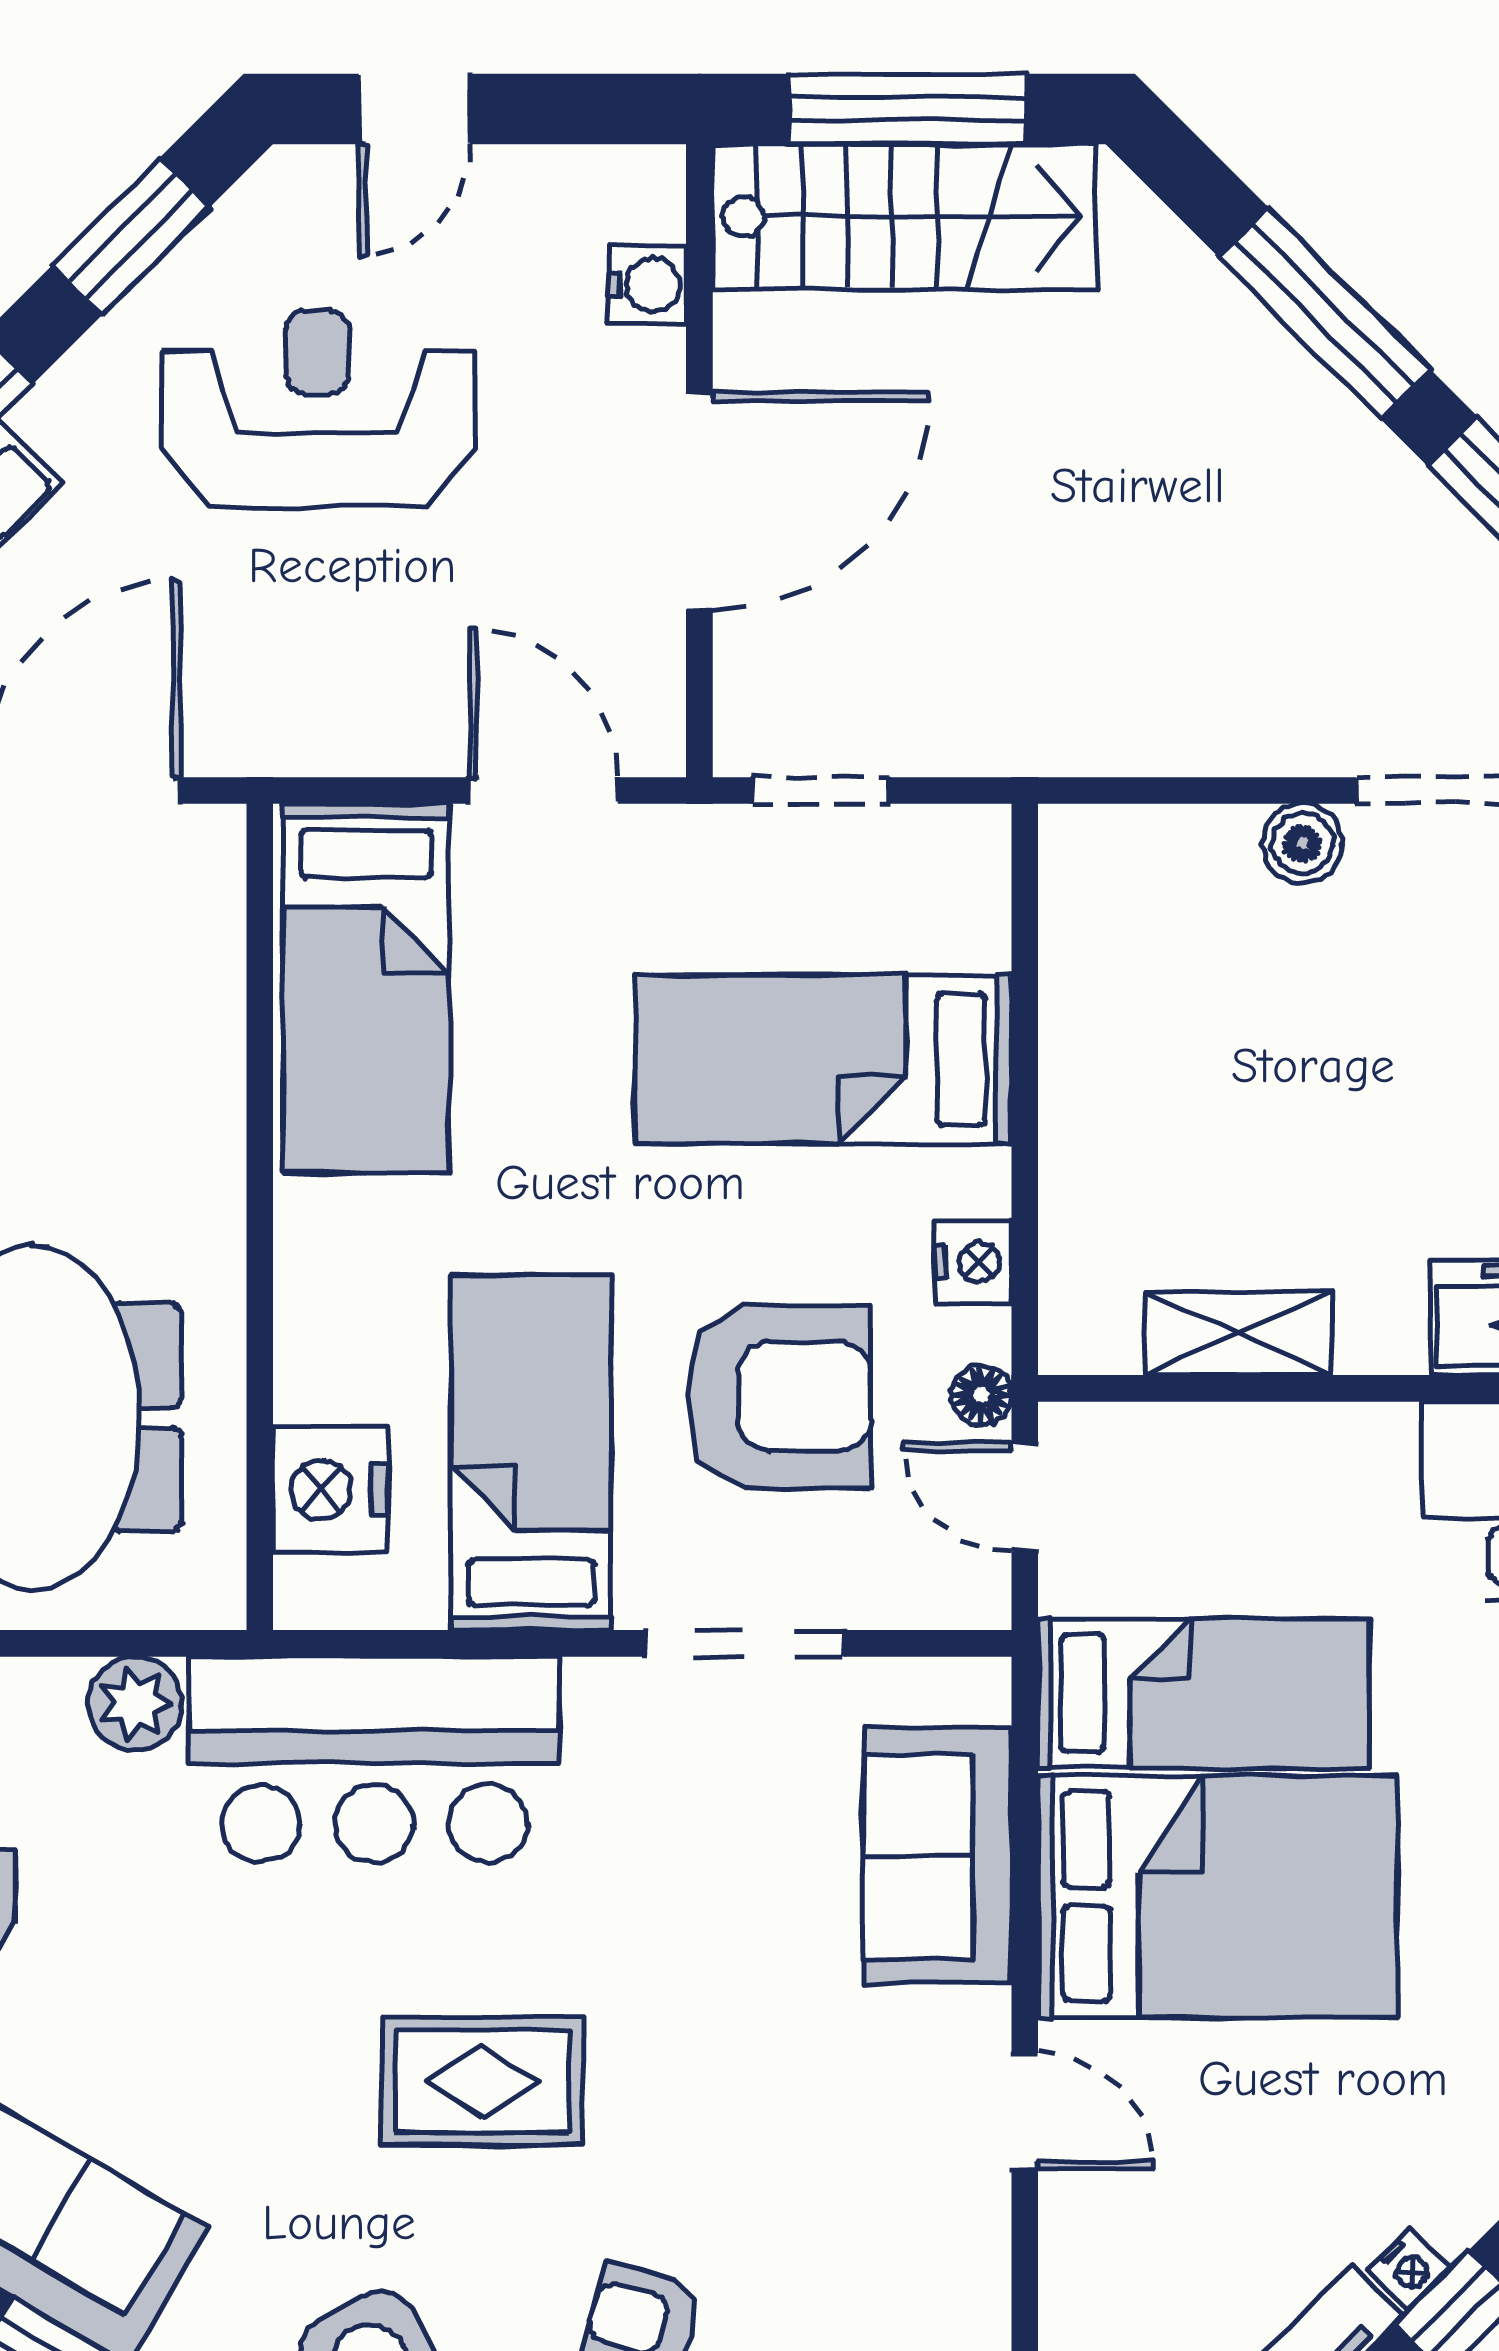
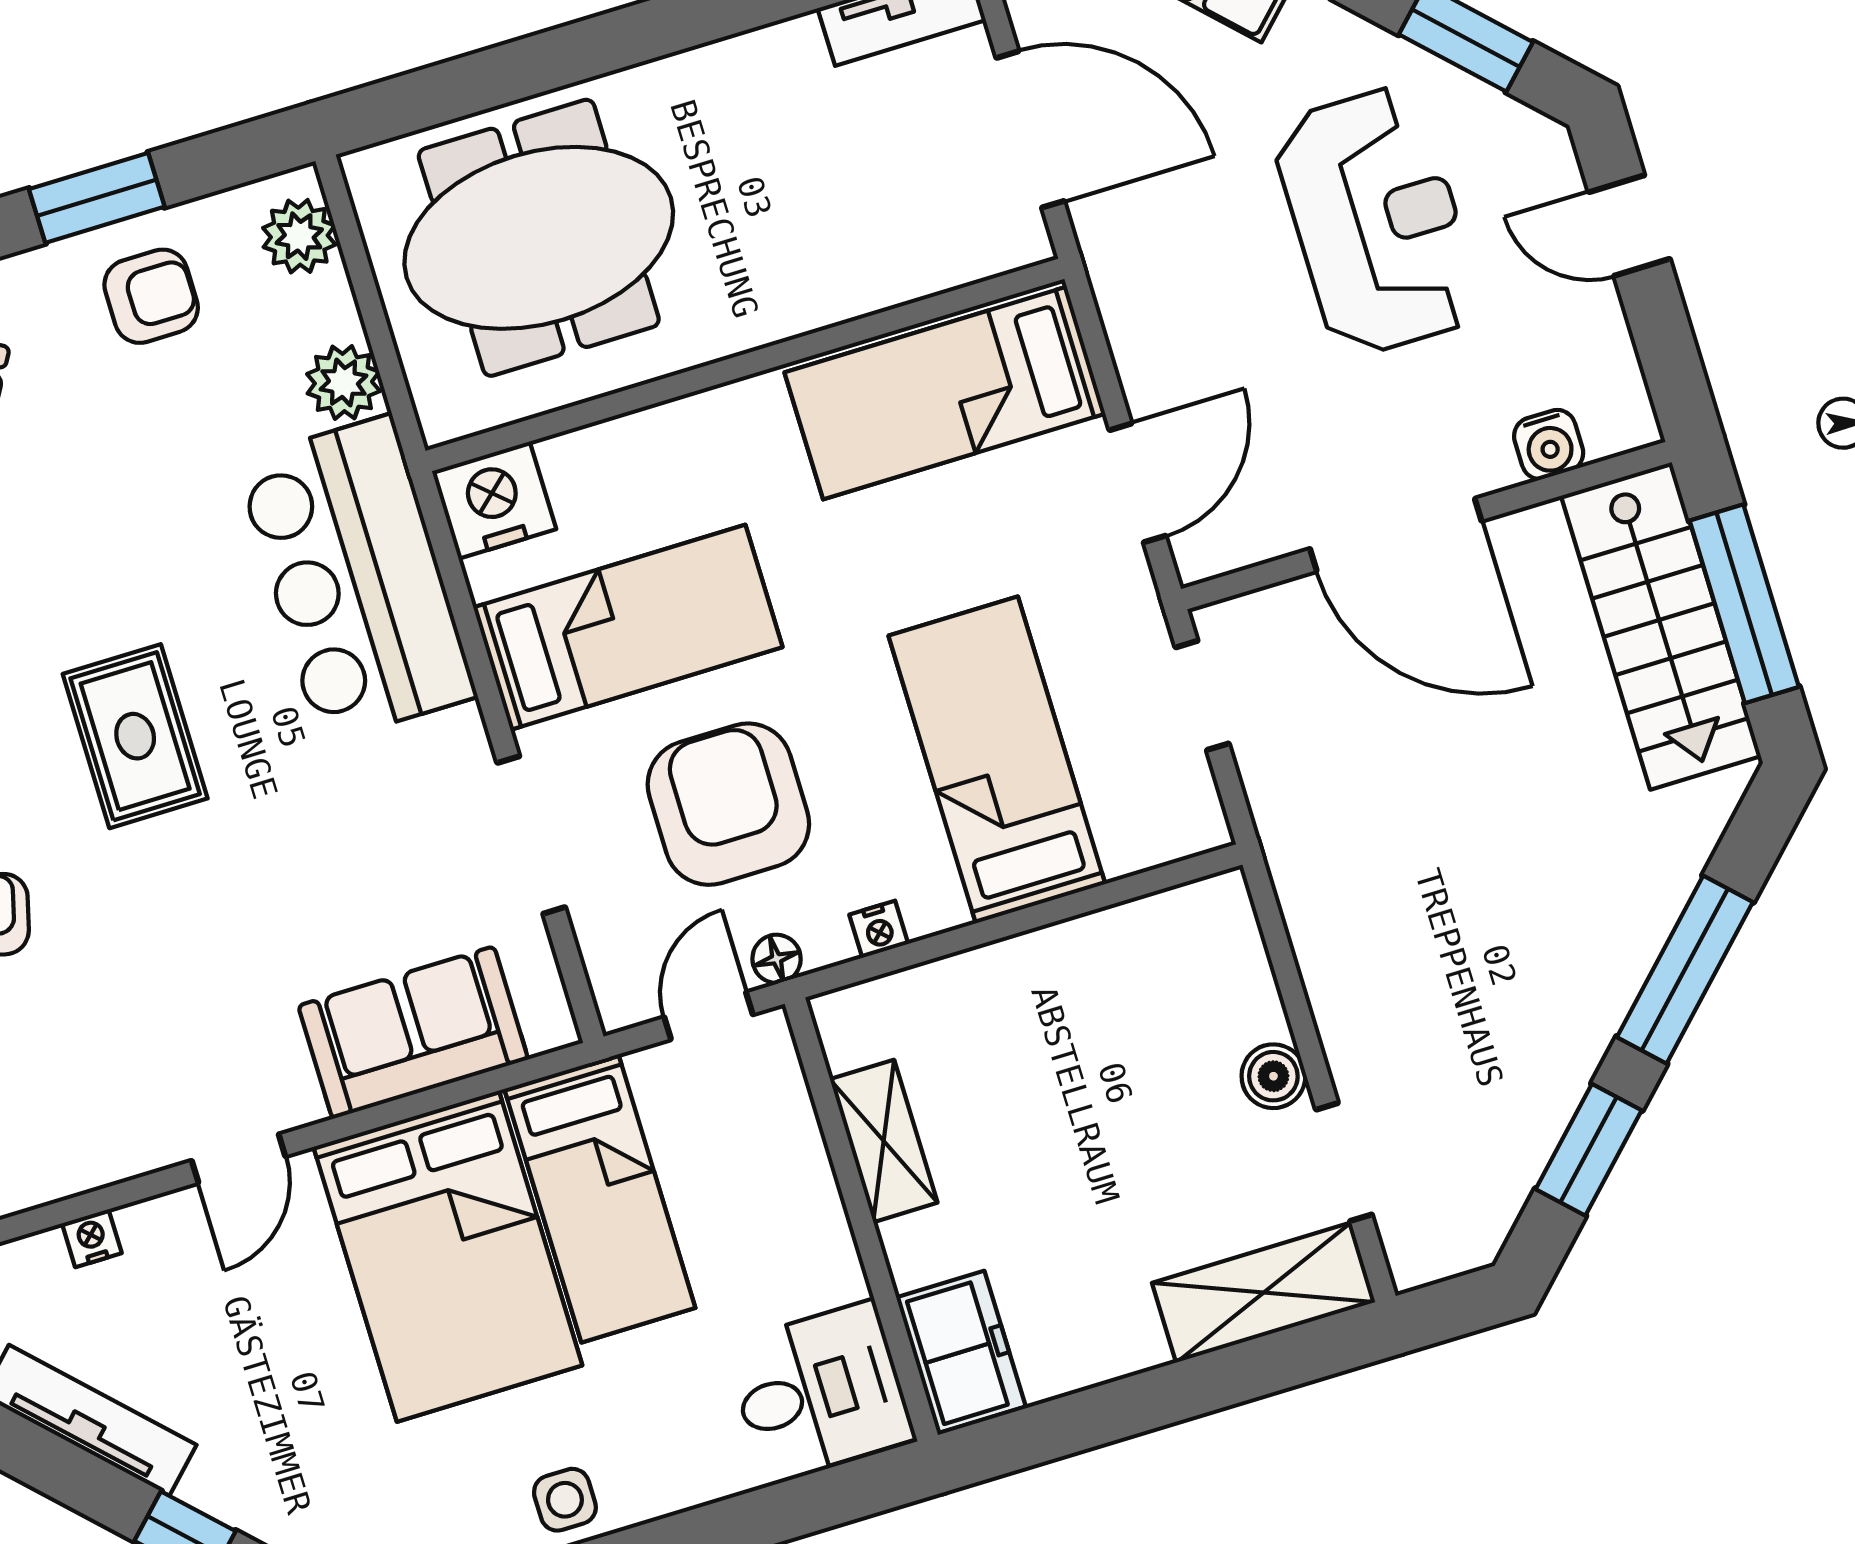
nightstand: (973, 1262) -> (879, 929), width x0.72, depth x0.74
armchair: (779, 1396) -> (728, 804), turned 180
nightstand: (330, 1489) -> (494, 500), moved
nightstand: (1409, 2269) -> (92, 1238), moved, turned 135

